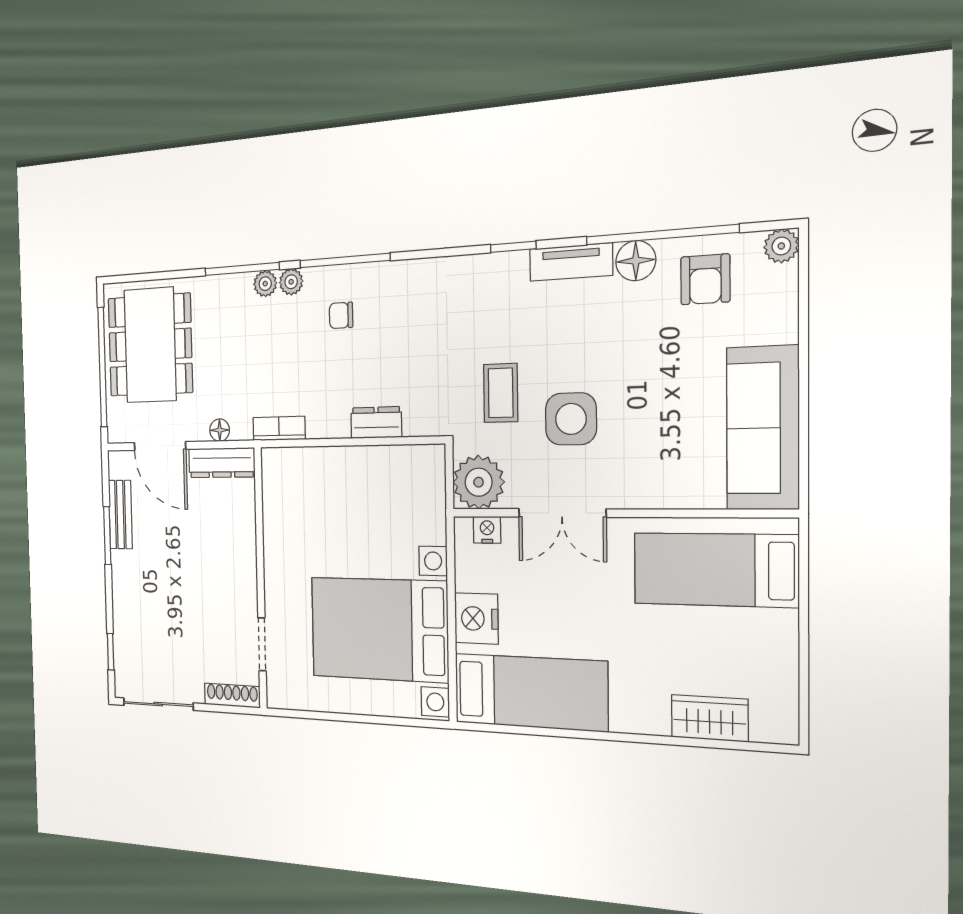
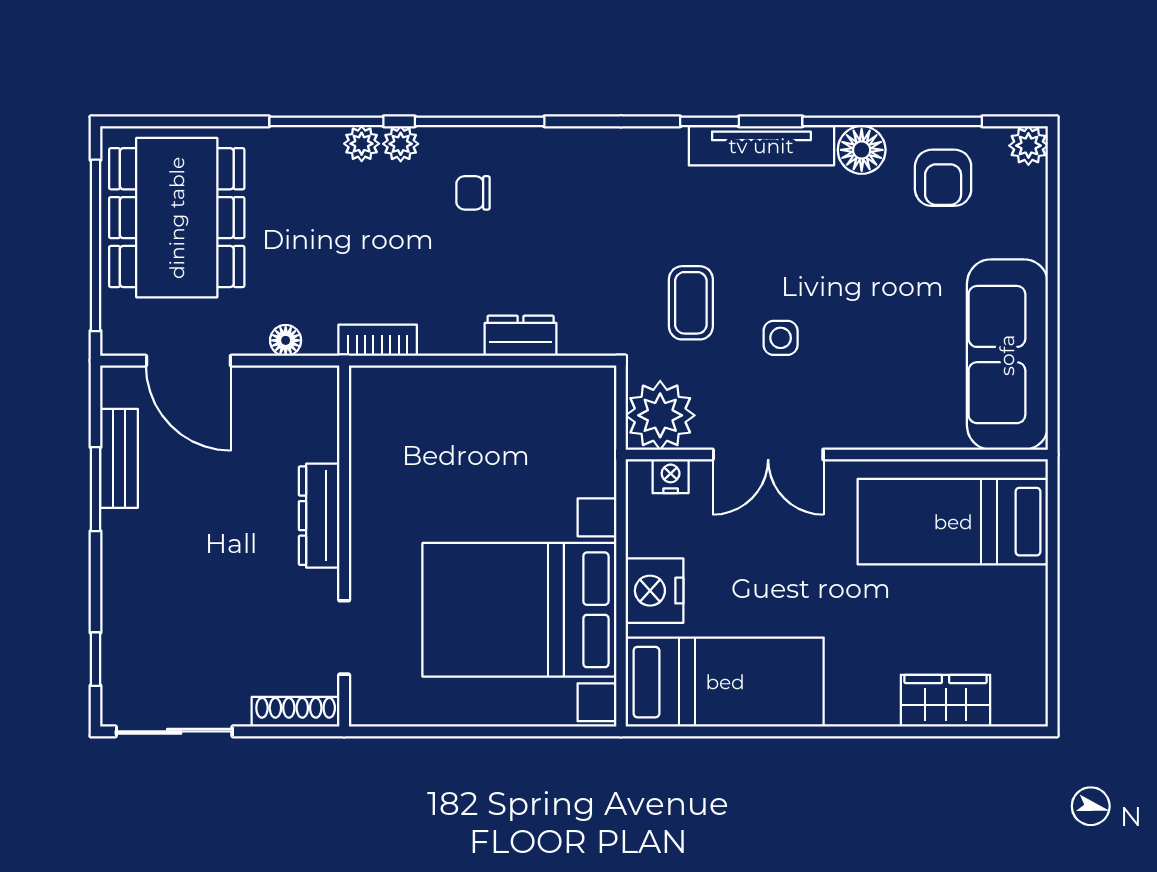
tv unit: (571, 262) -> (761, 146), width x1.41
side table: (571, 419) -> (781, 338), width x0.54, depth x0.54
dresser: (222, 463) -> (319, 516), moved, turned 90

